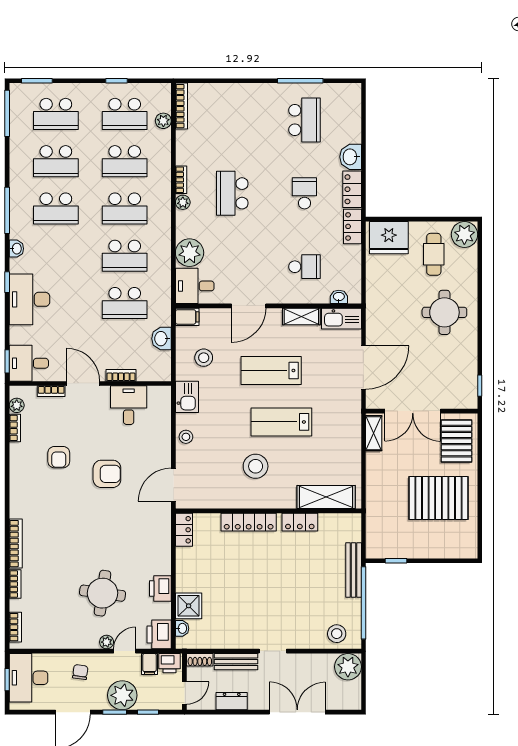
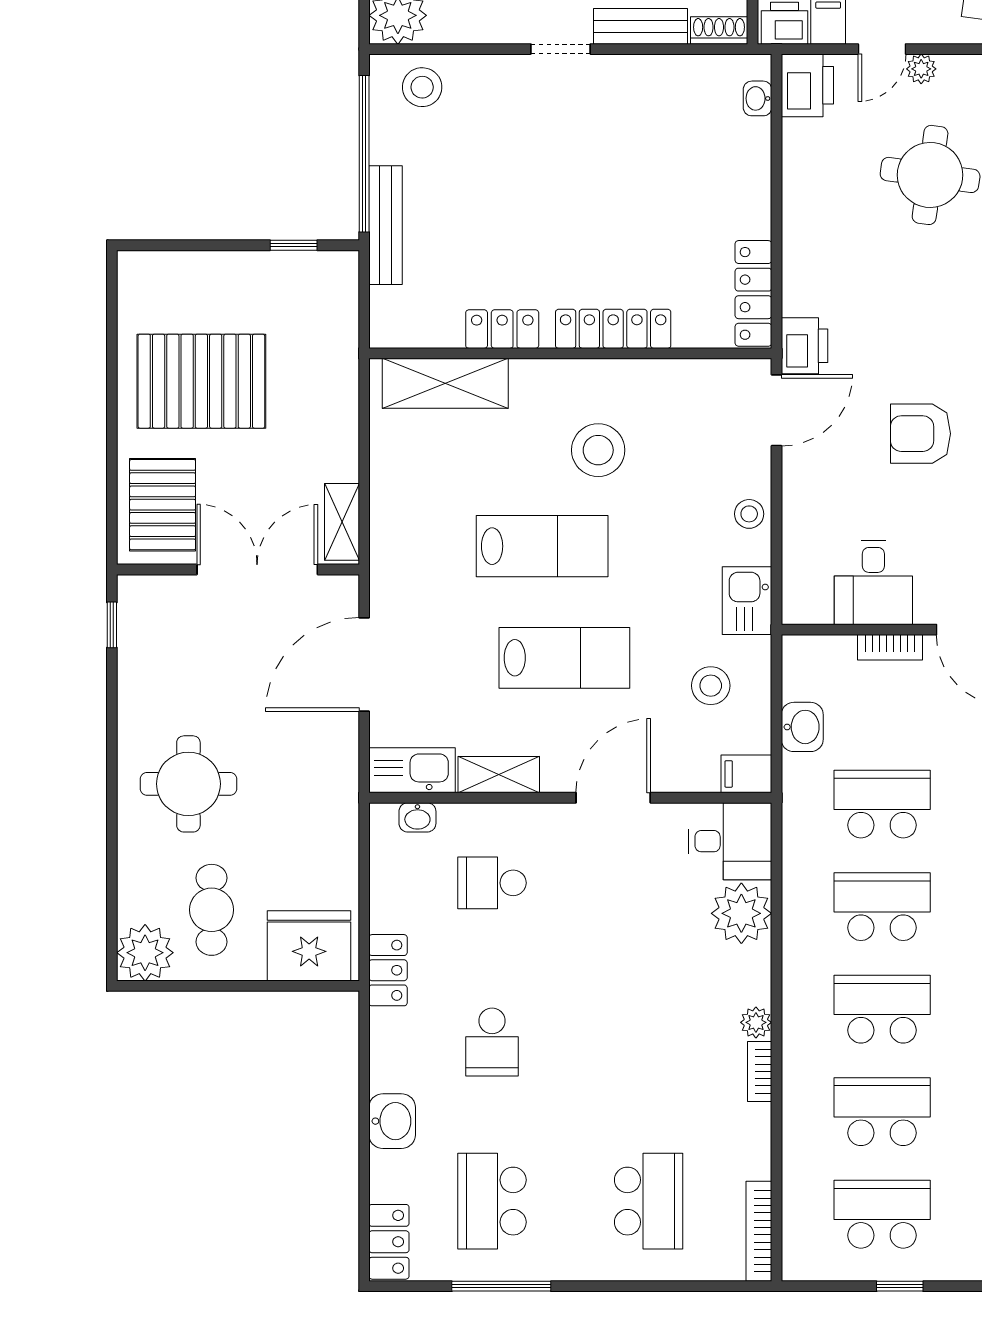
plant: (163, 121) -> (798, 1199), removed
locker: (352, 189) -> (389, 1242), moved
school desk: (232, 193) -> (649, 1201), moved
locker: (184, 530) -> (753, 293), width x1.53
printer: (160, 588) -> (804, 346), moved
shower: (189, 606) -> (743, 147), removed

